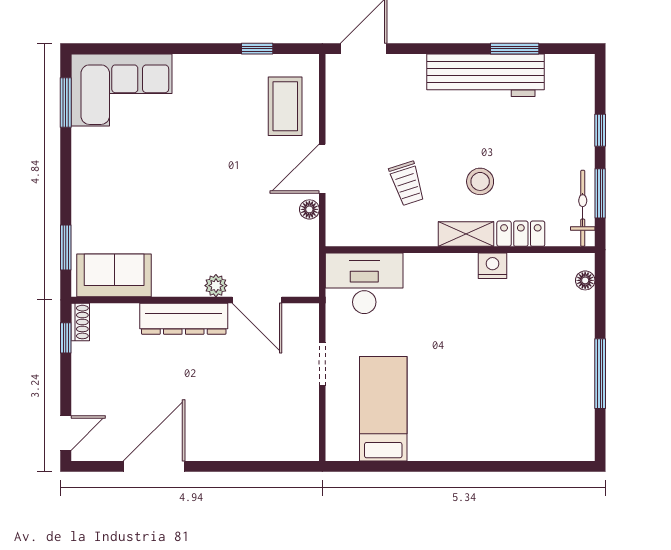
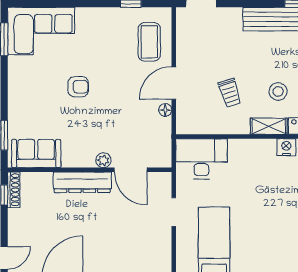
armchair: (178, 174) -> (78, 87), added
shoe rack: (80, 322) -> (14, 190), width x1.43

